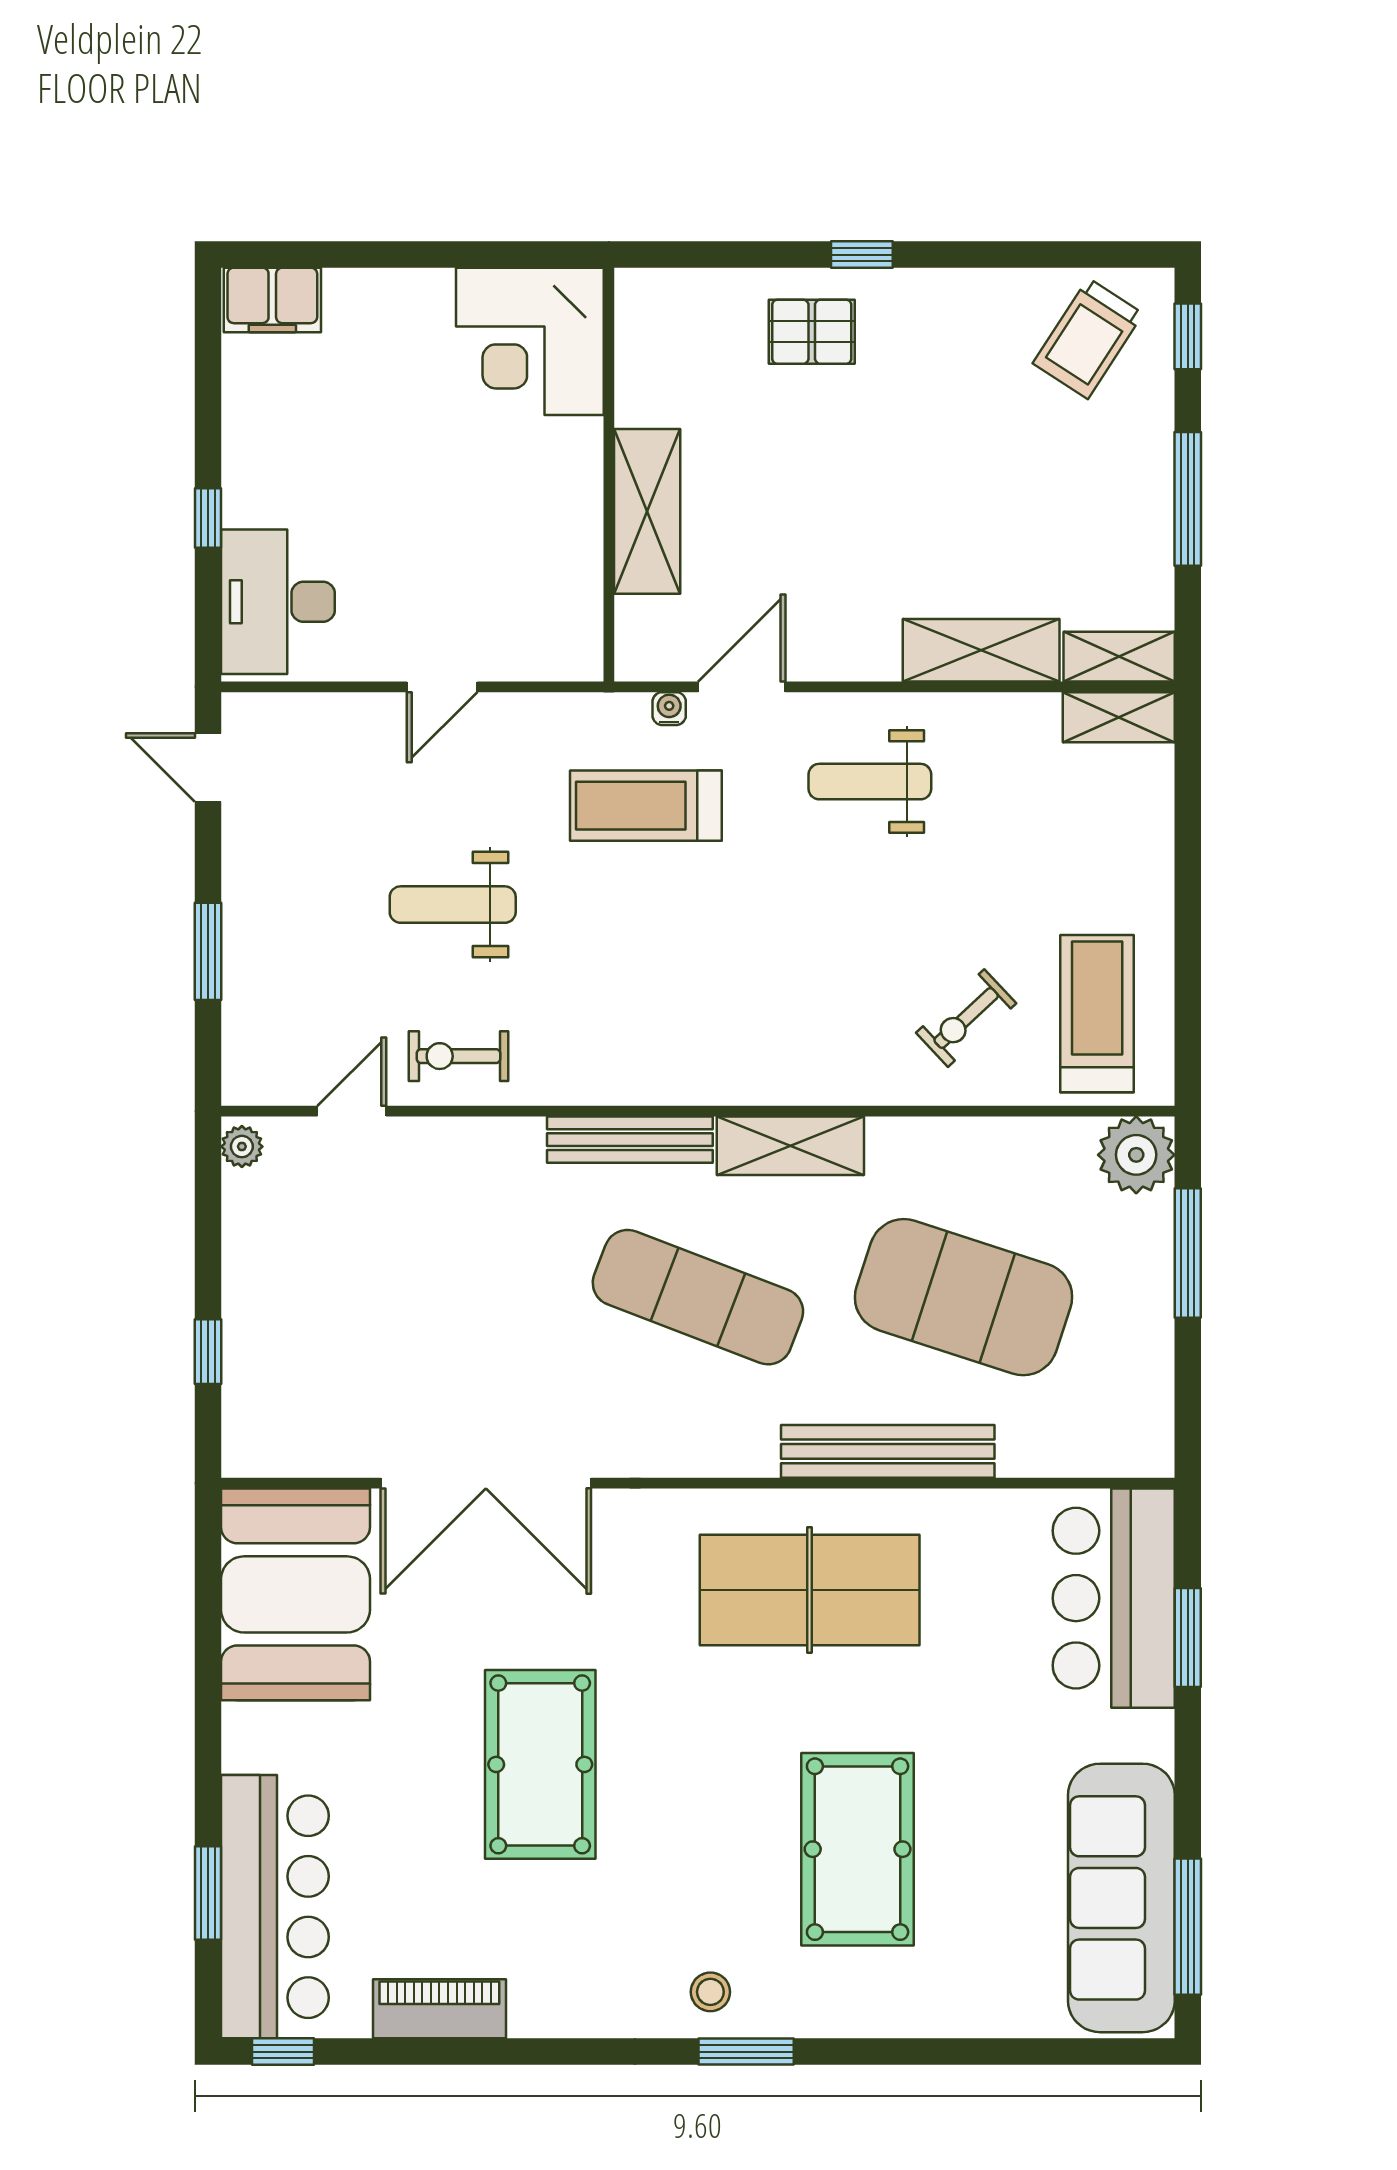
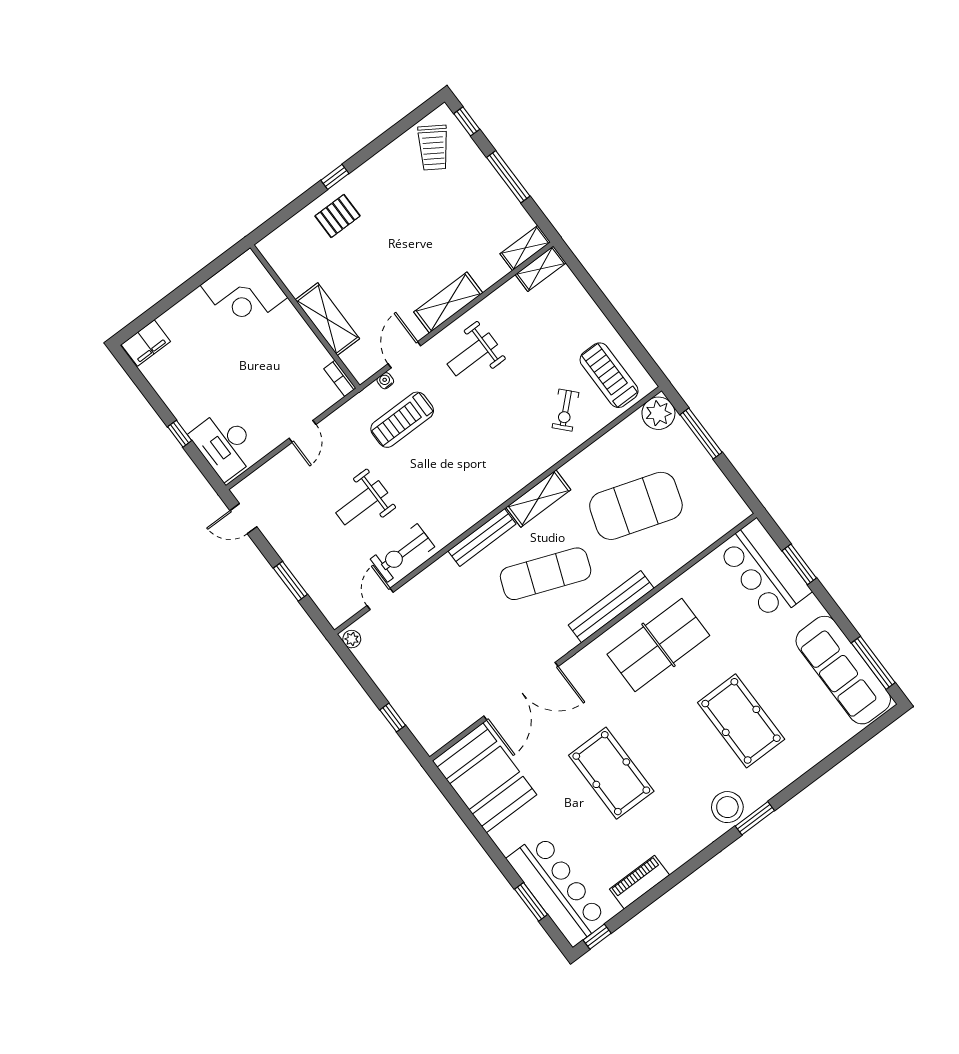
bookcase: (587, 640) -> (340, 378), added
shelving: (981, 650) -> (448, 302), moved
exercise bike: (459, 1056) -> (402, 553), width x1.38, depth x1.39
bench: (888, 1451) -> (611, 607), moved
stool: (710, 1992) -> (727, 807), width x1.89, depth x1.89

